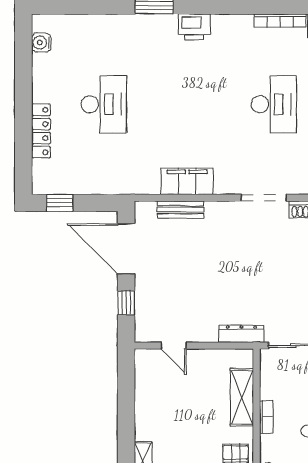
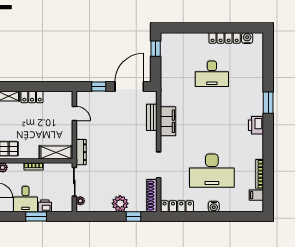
desk: (274, 104) -> (212, 171), width x1.36, depth x1.30
locker: (41, 131) -> (225, 38), moved
door: (174, 346) -> (74, 114), swing flipped
shelving: (242, 398) -> (56, 152), moved
locker: (145, 420) -> (32, 97), added

